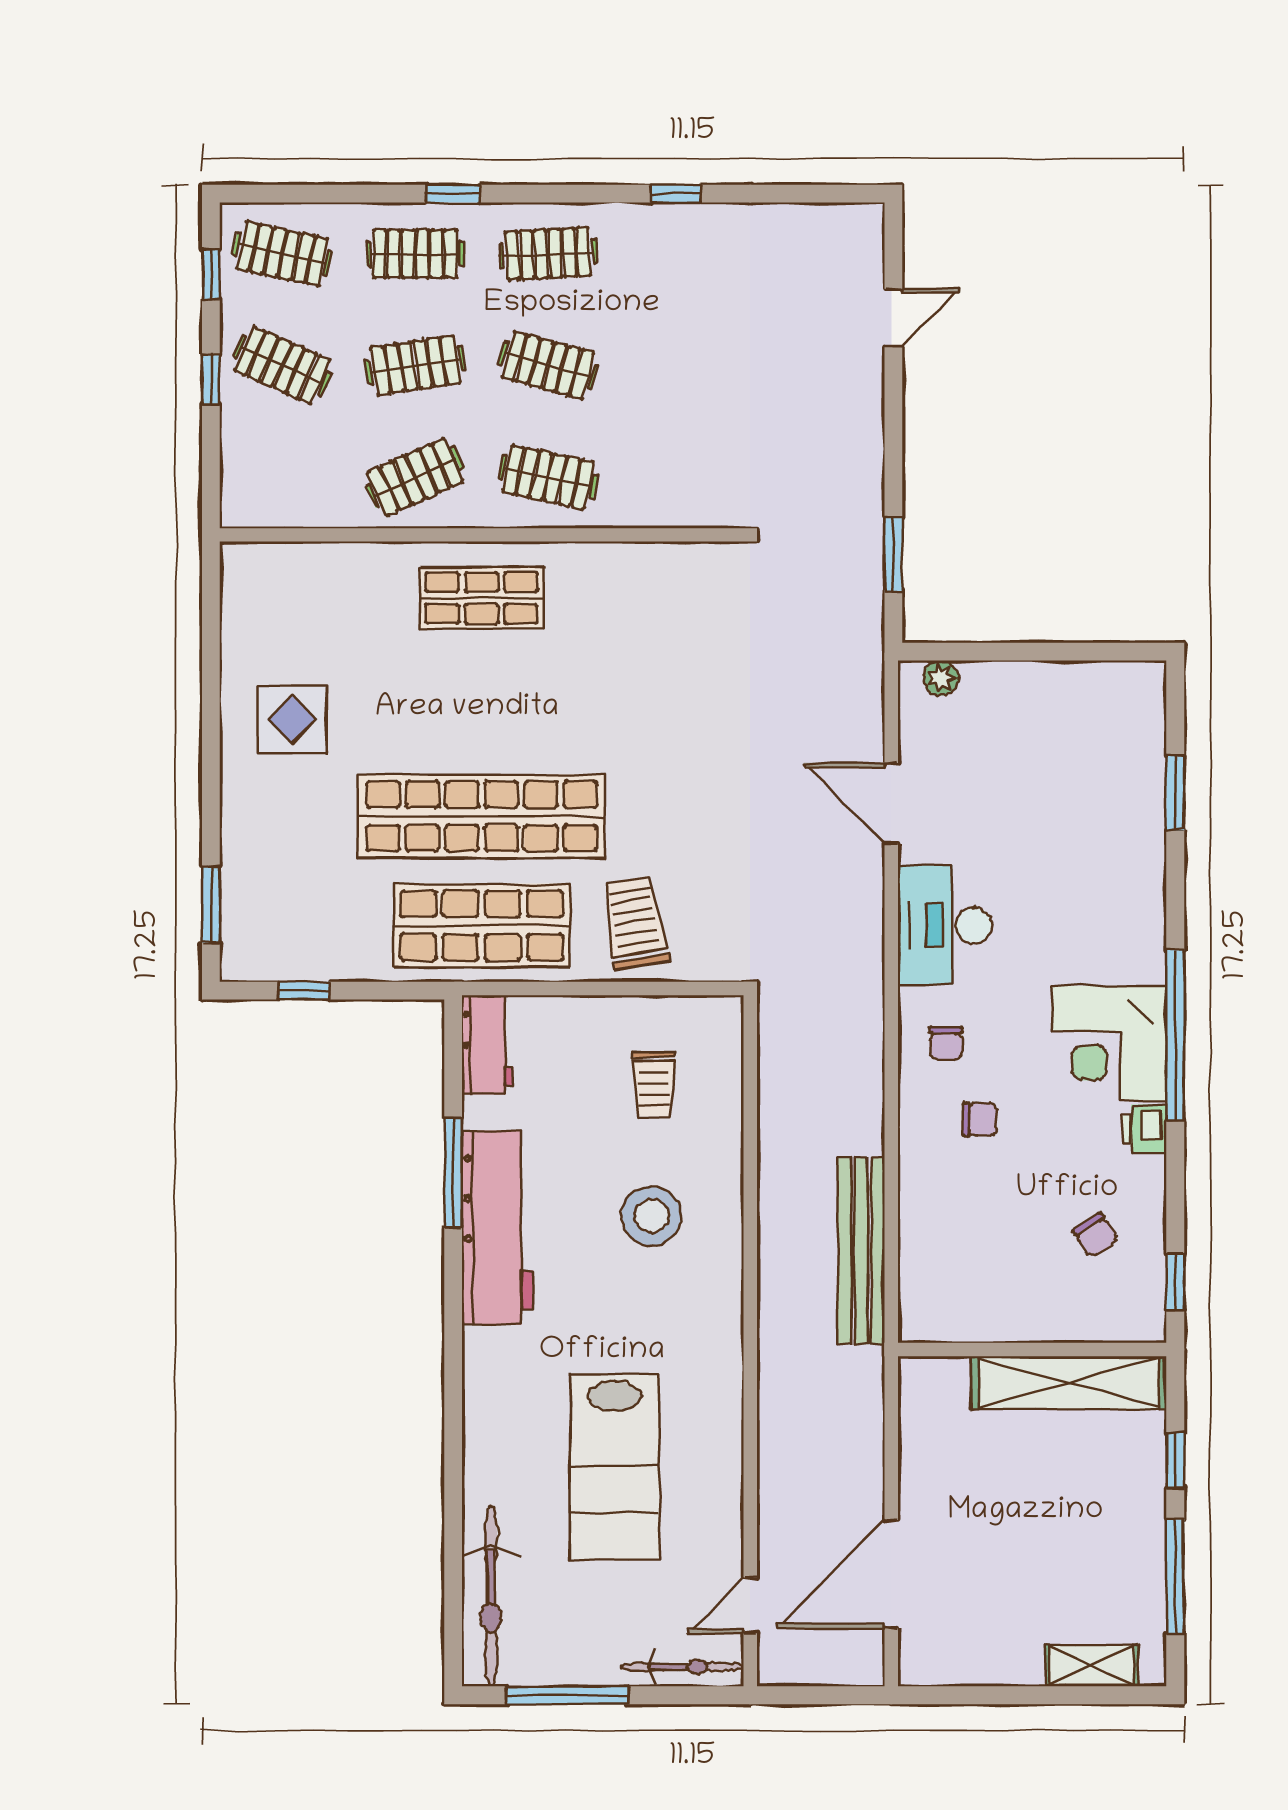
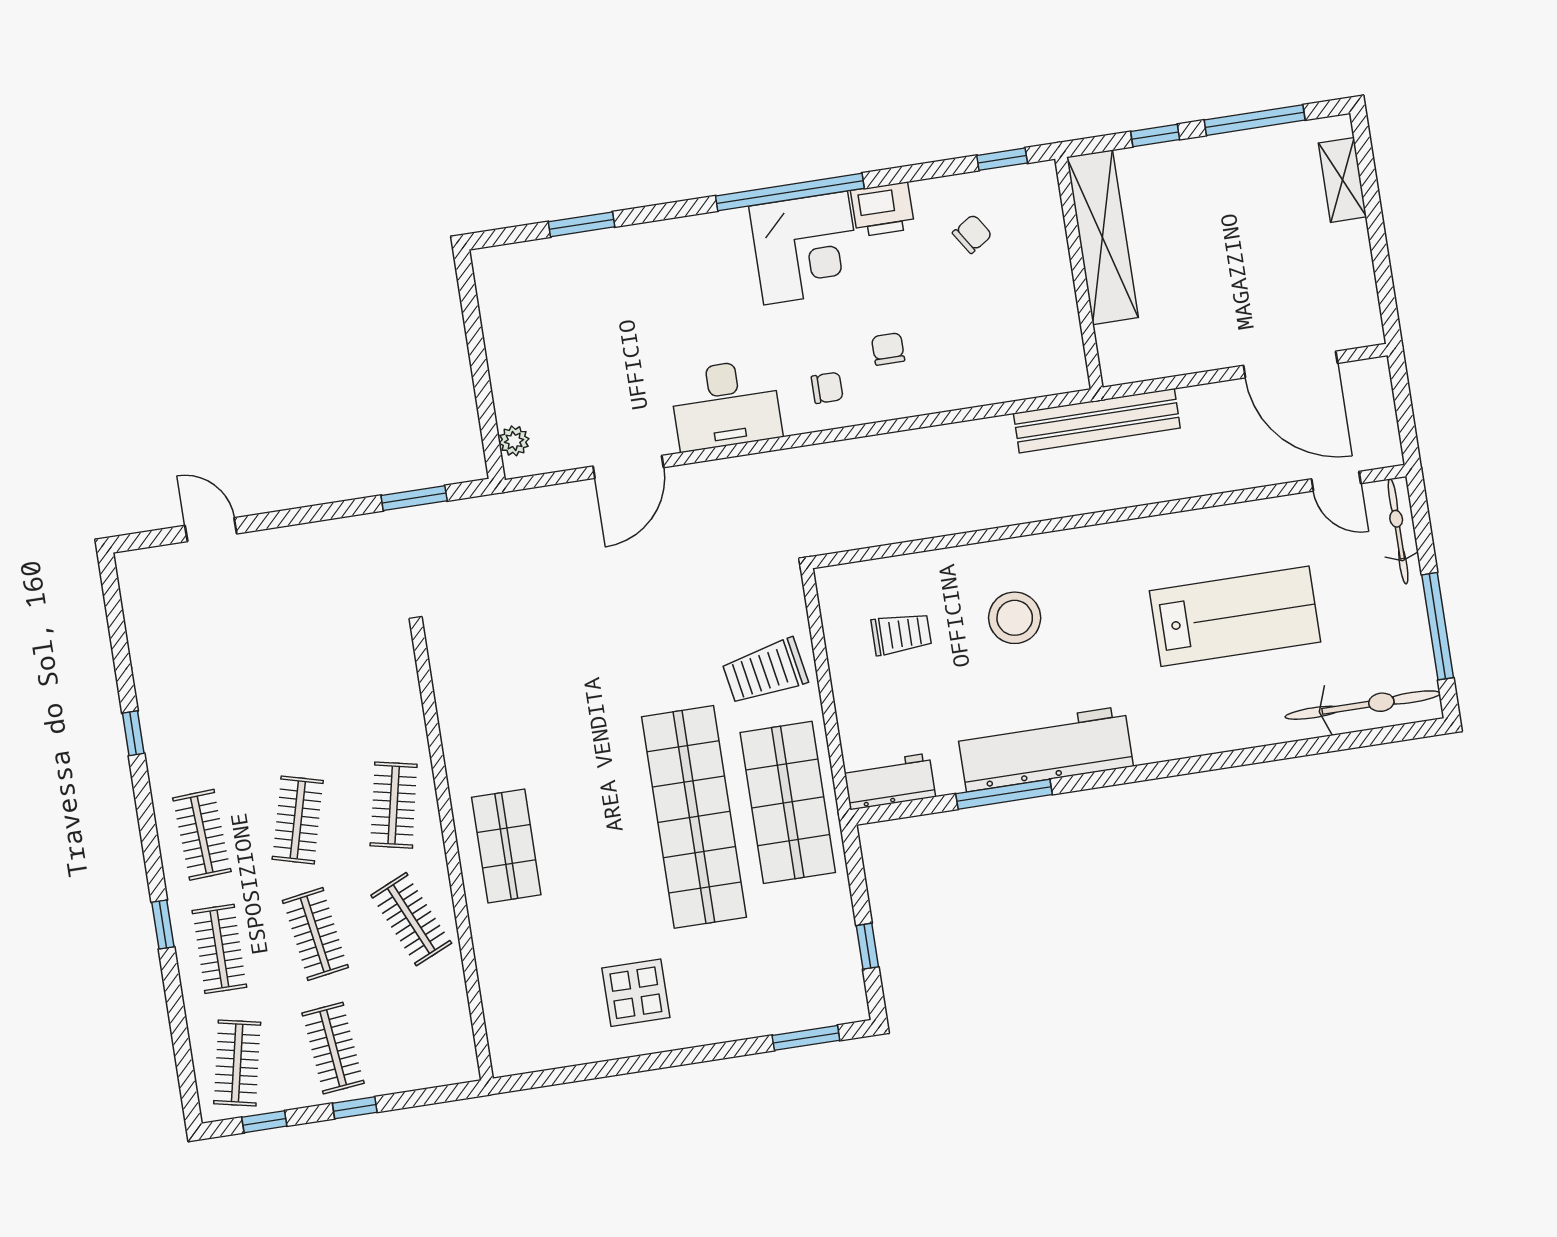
clothes rail: (282, 365) -> (333, 1048), turned -30
printer: (1144, 1129) -> (883, 210), width x1.36, depth x1.24
bench: (861, 1251) -> (1097, 421), moved

